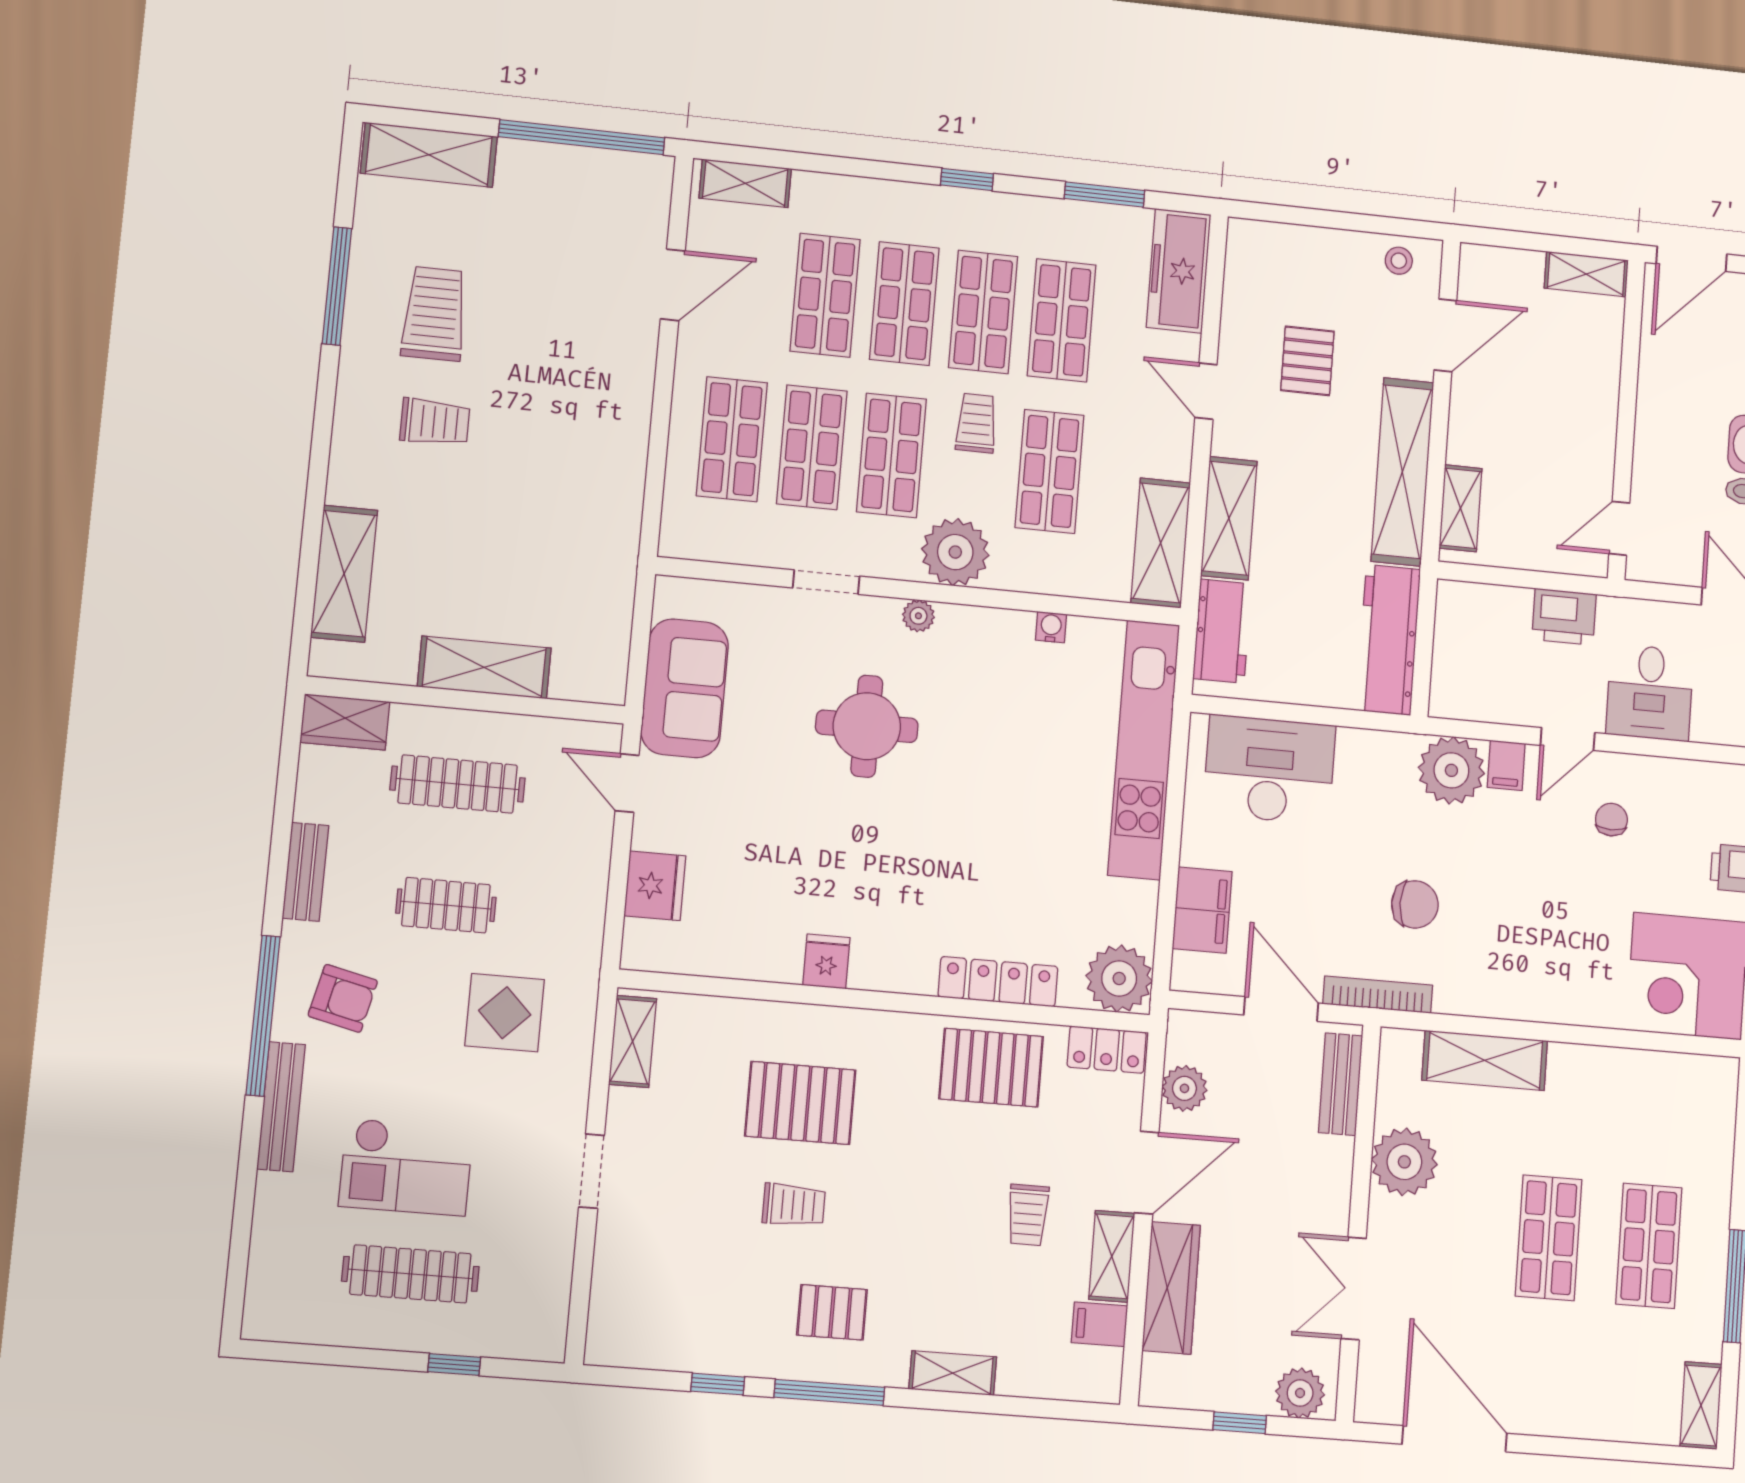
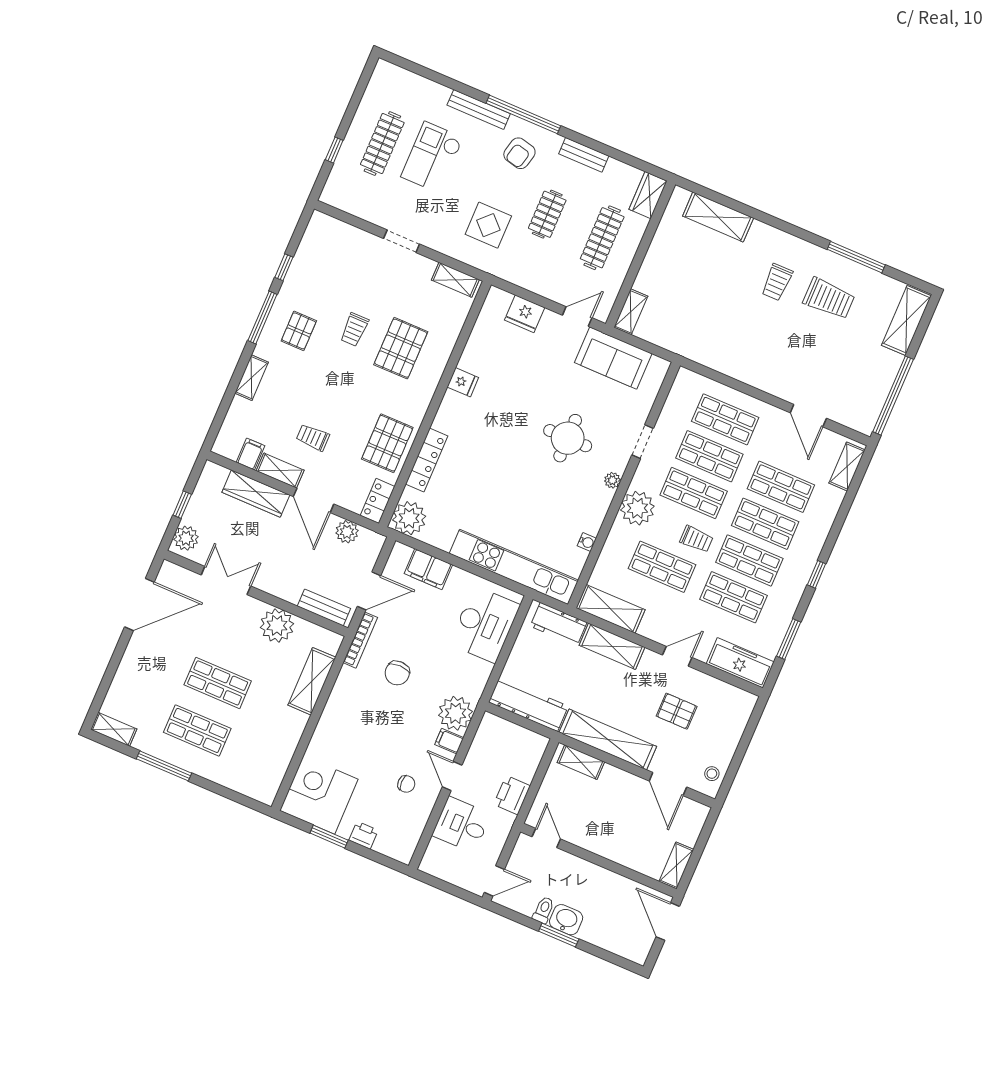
shelving: (484, 667) -> (631, 312), moved, width x0.67, depth x0.75

